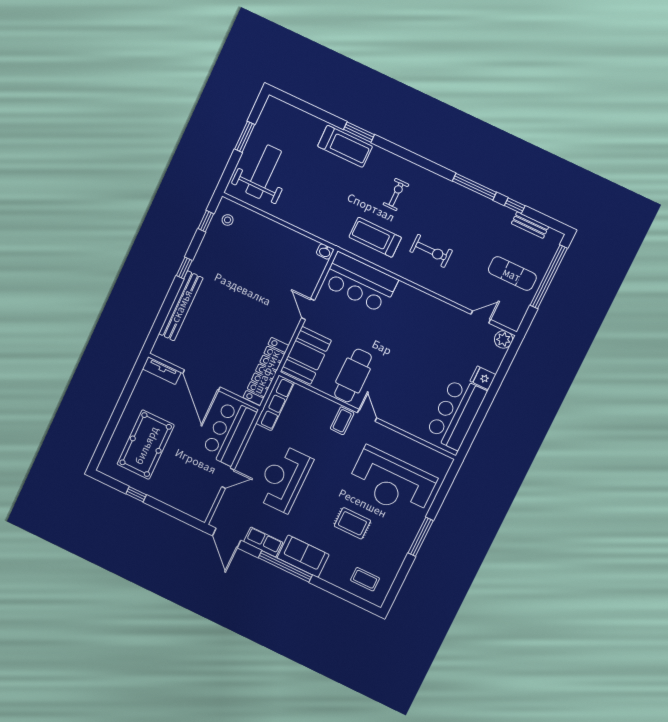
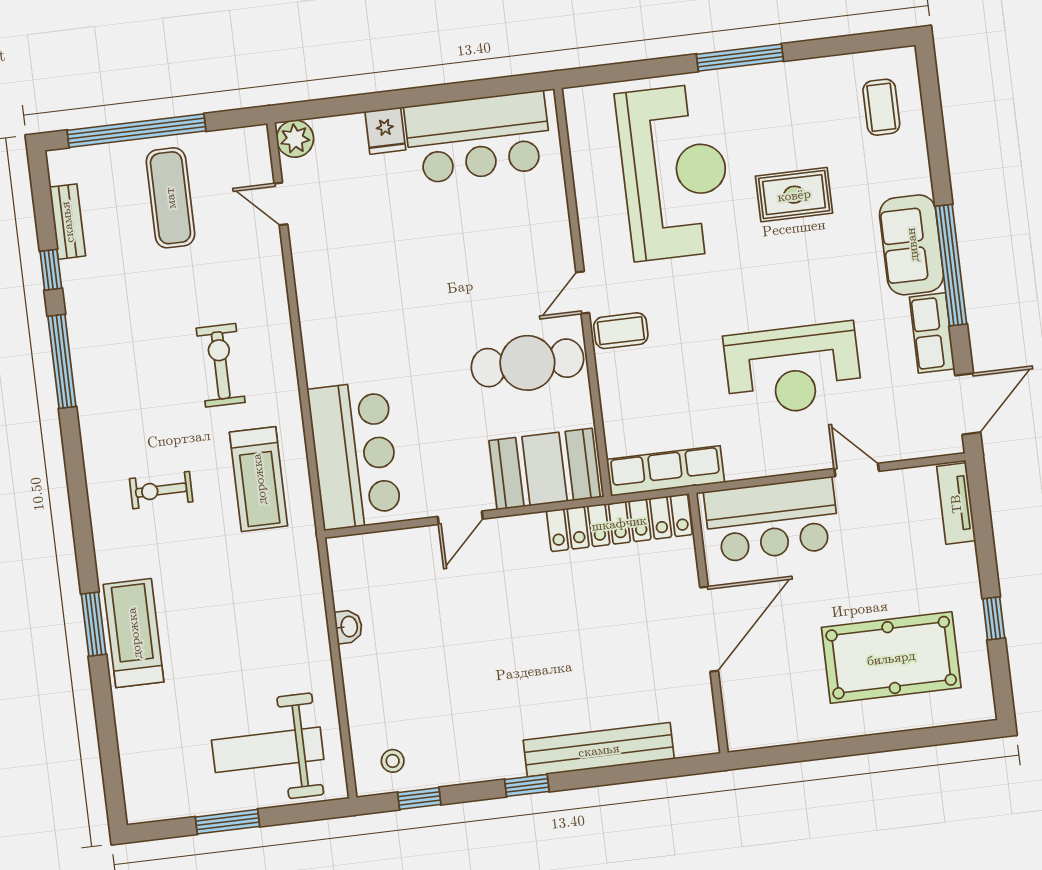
washbasin: (325, 252) -> (348, 627), moved
tv unit: (162, 371) -> (956, 504), moved, turned 180
rug: (352, 523) -> (794, 195), turned 90

